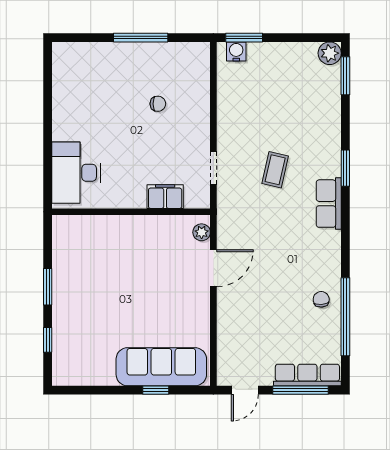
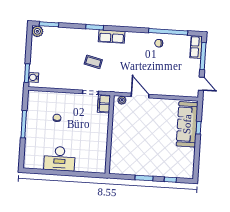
desk: (76, 173) -> (60, 159), moved
filing cabinet: (165, 197) -> (104, 104), moved
row of seats: (307, 375) -> (196, 47), width x0.68

